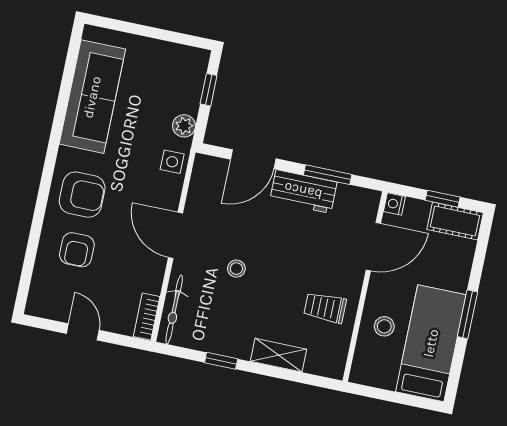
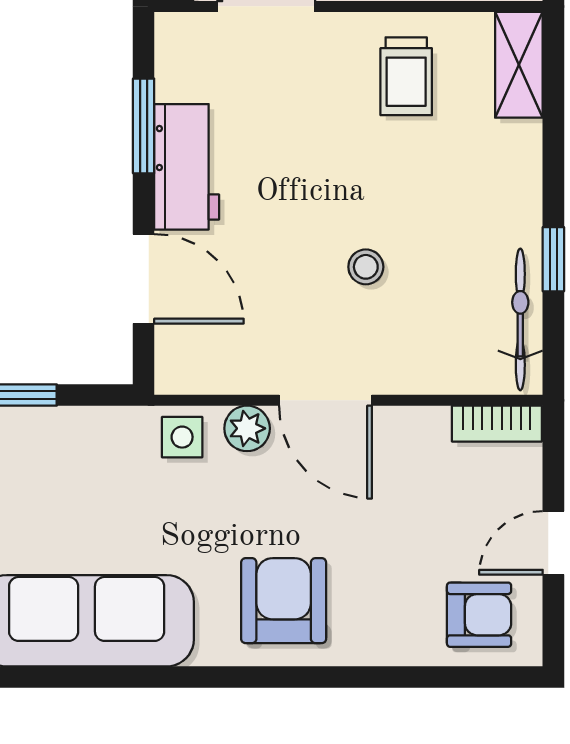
plant: (184, 126) -> (247, 428), moved
door: (175, 235) -> (326, 400), hinge flipped
armchair: (77, 250) -> (479, 615), moved
bicycle: (174, 309) -> (520, 319), moved, turned -90
shelving: (278, 355) -> (519, 65), moved

